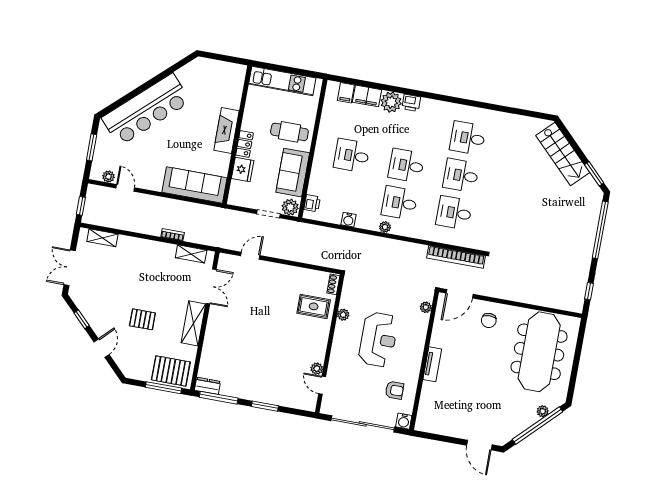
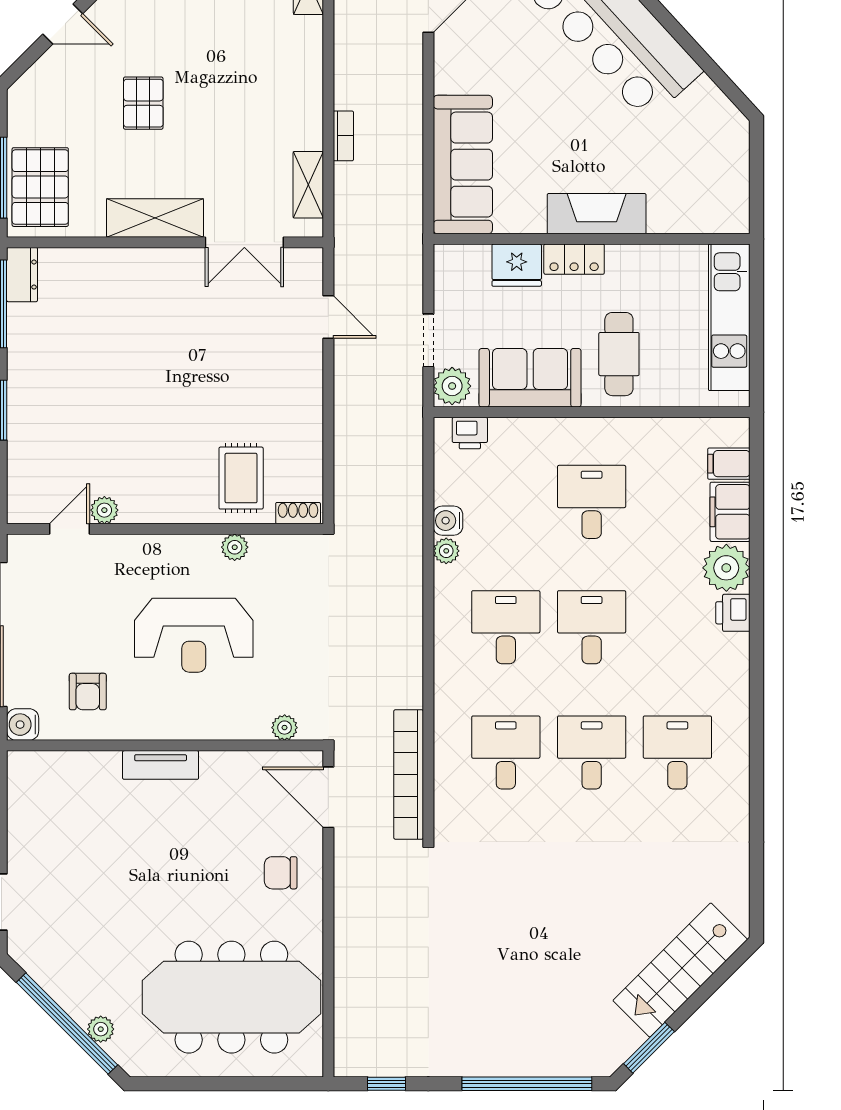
plant: (385, 227) -> (446, 551), moved

